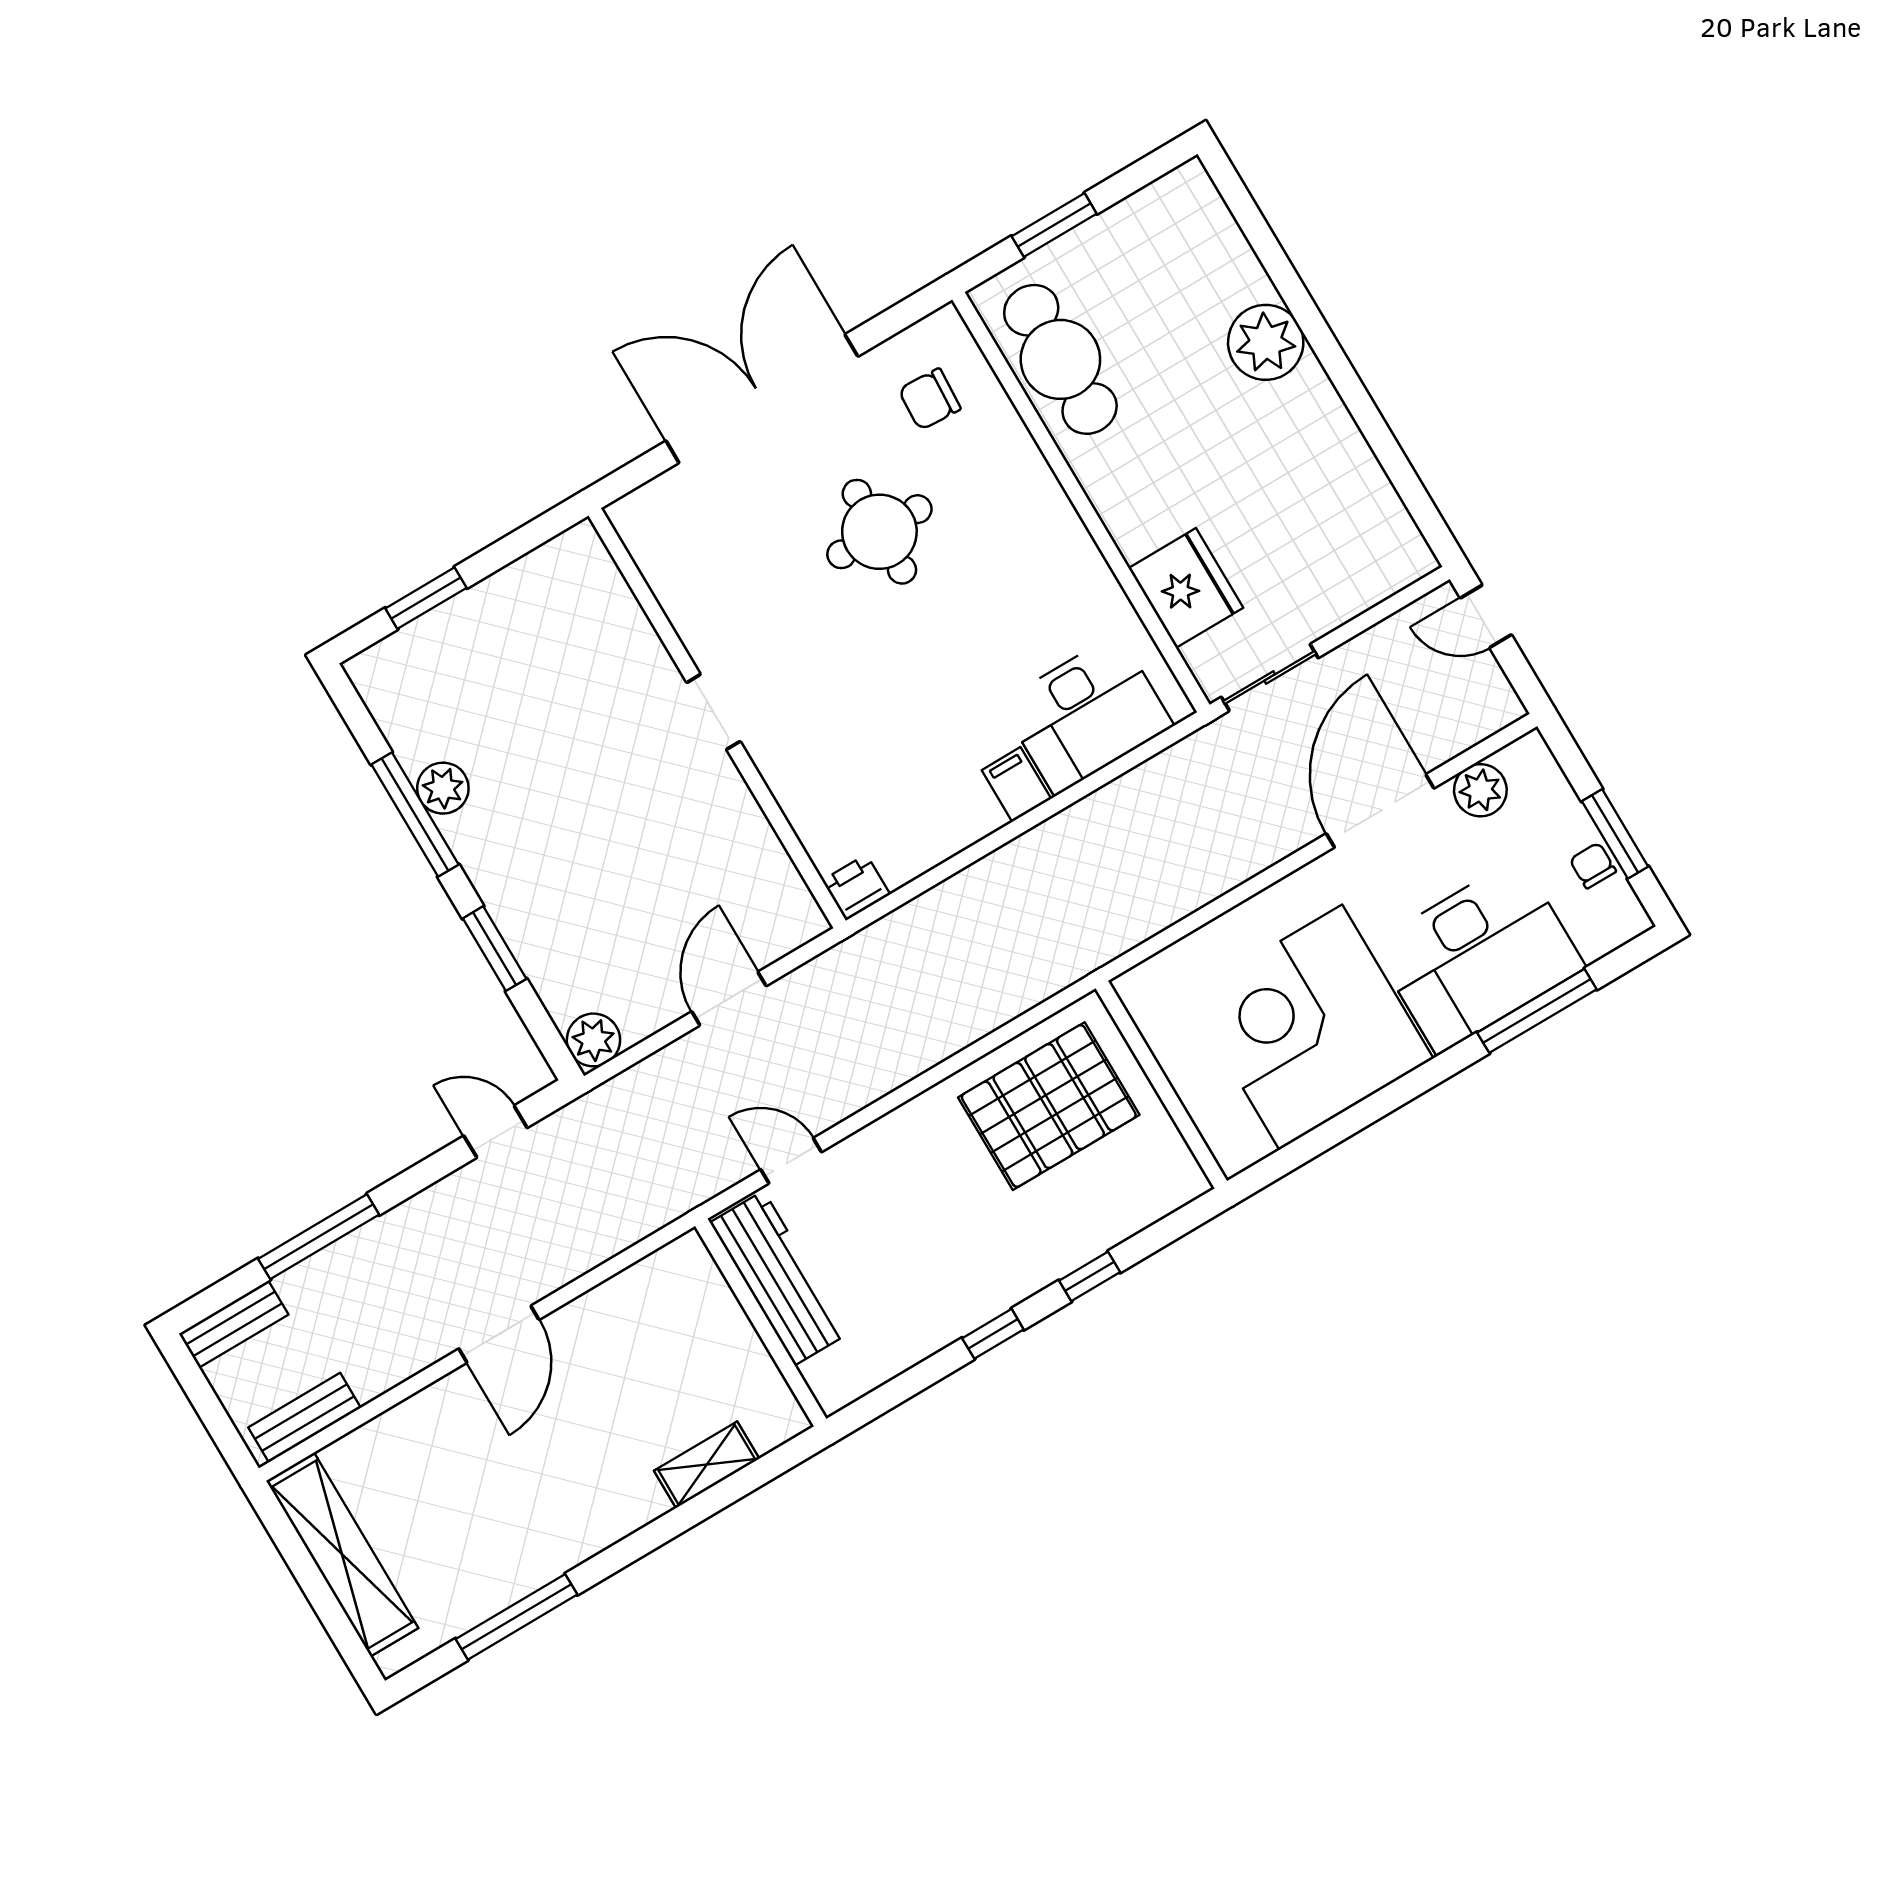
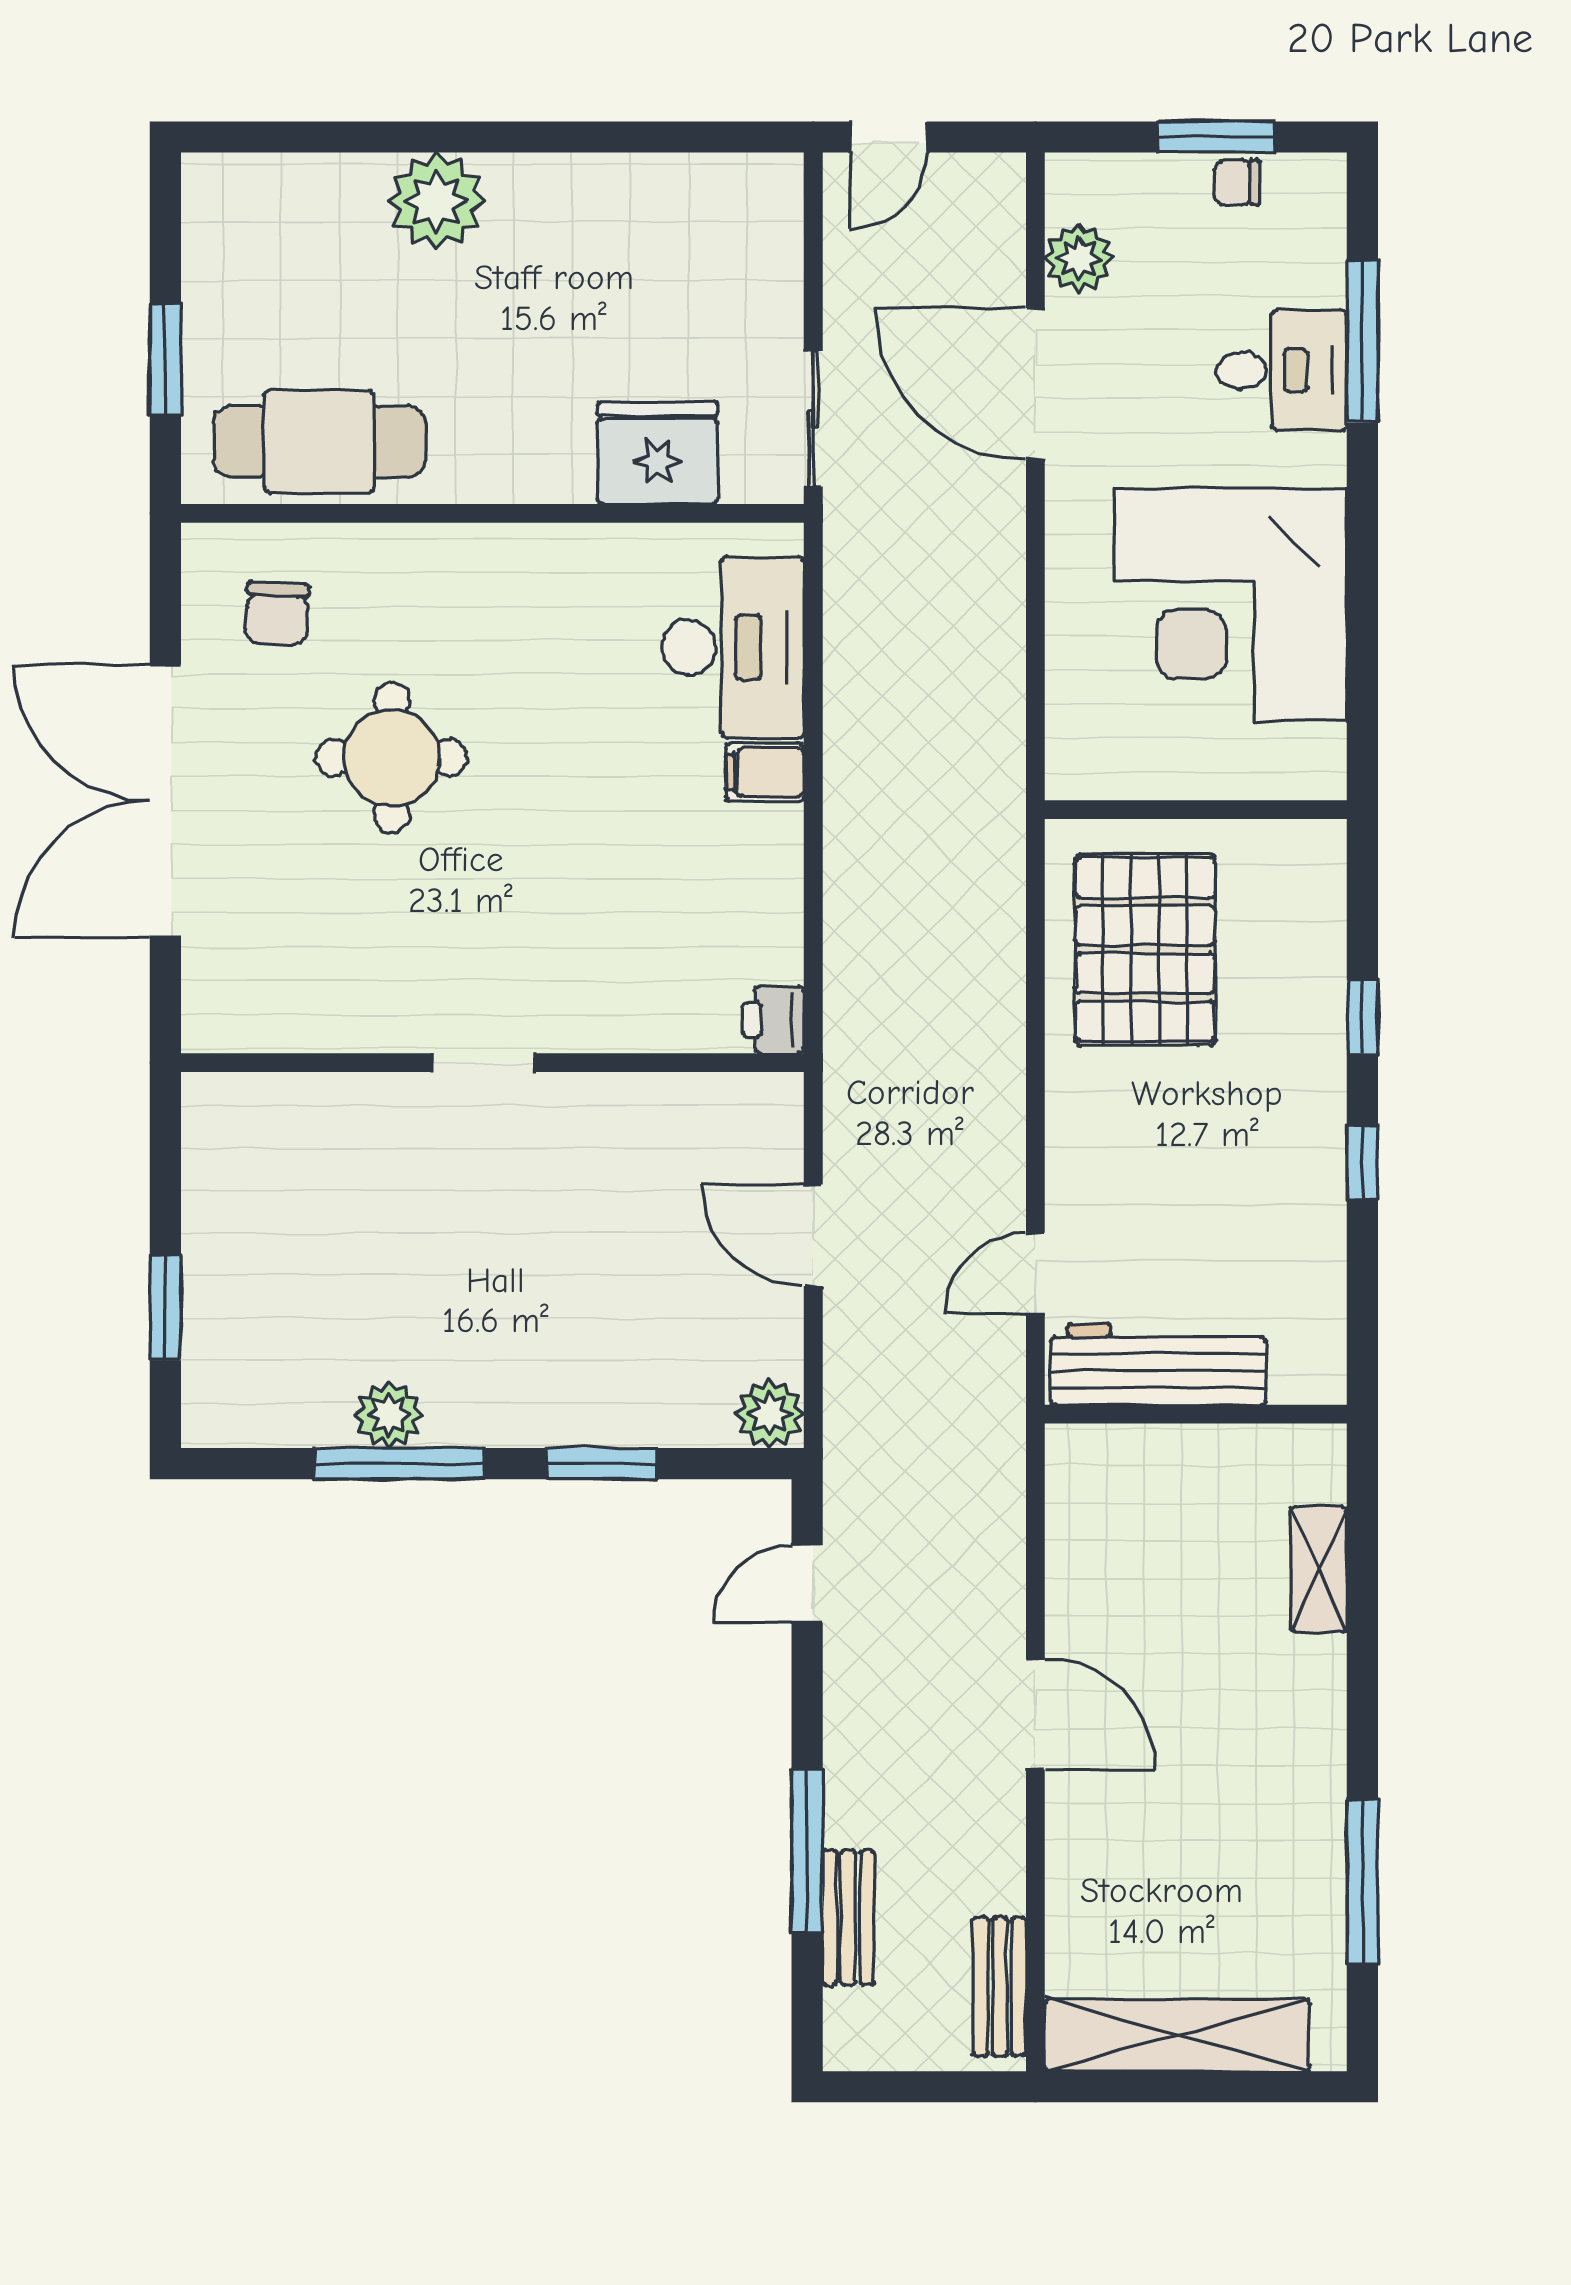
desk: (1478, 956) -> (1282, 370), width x0.53, depth x0.77
bench: (234, 1324) -> (848, 1918), moved

